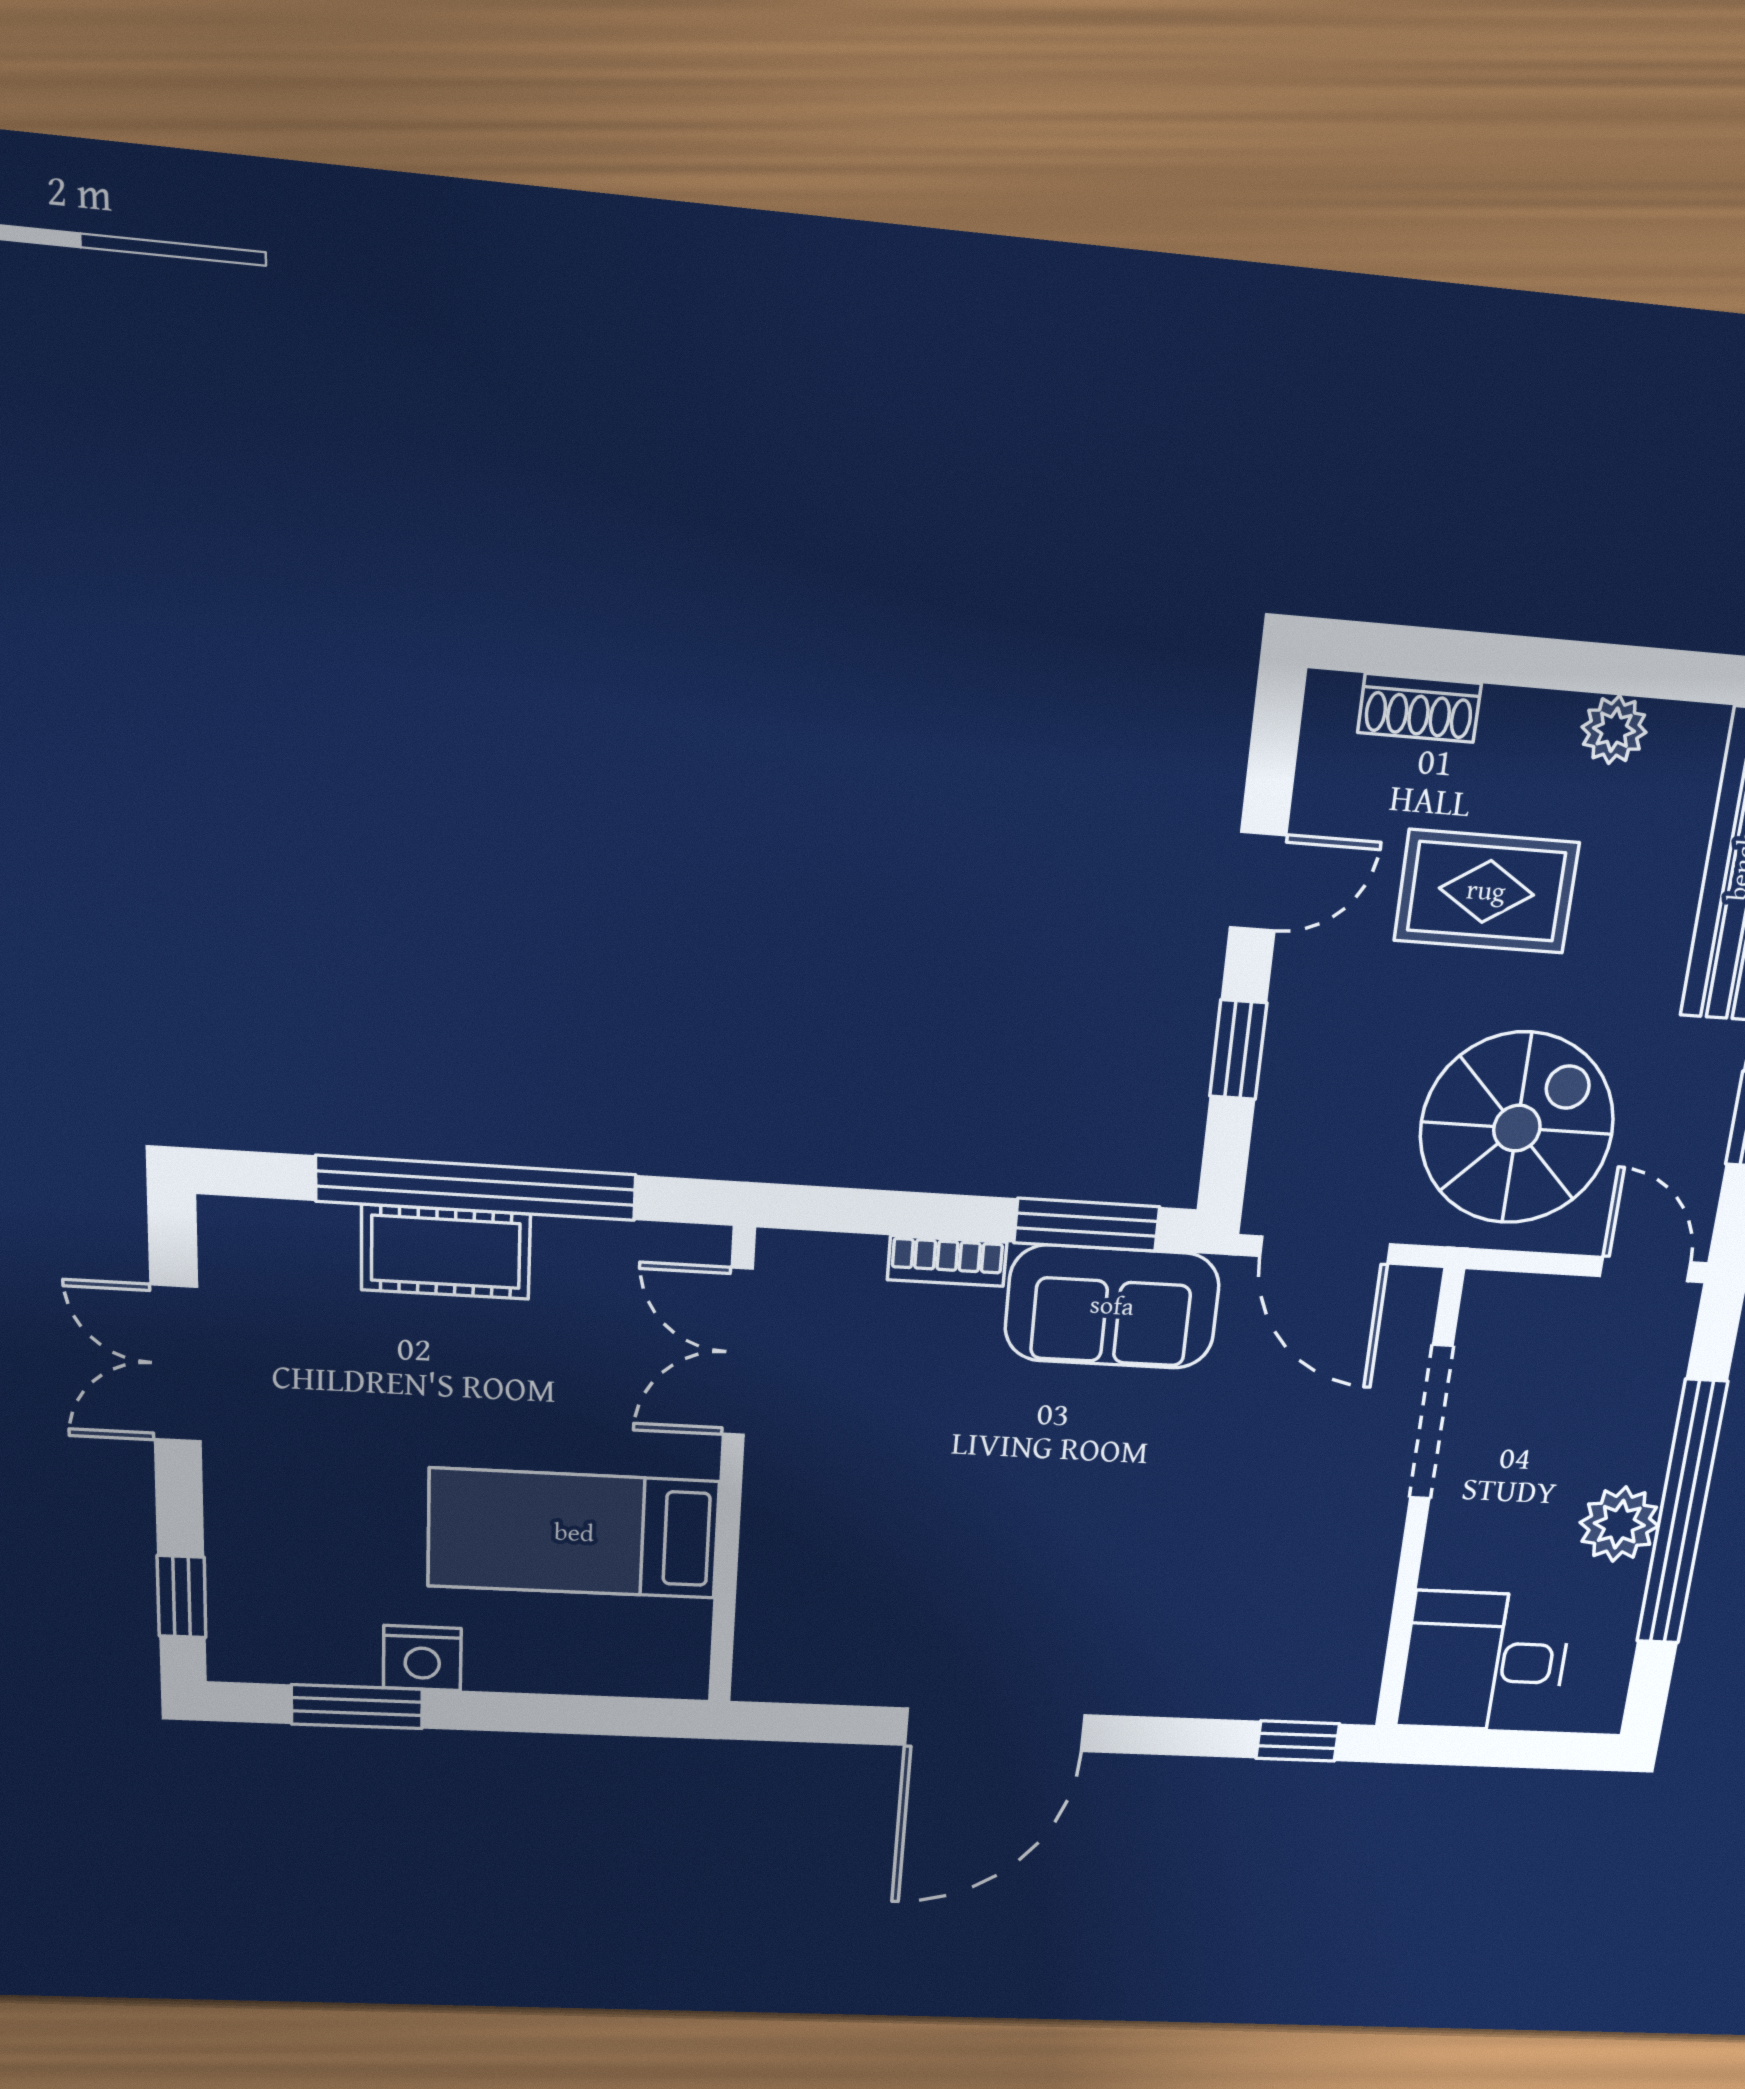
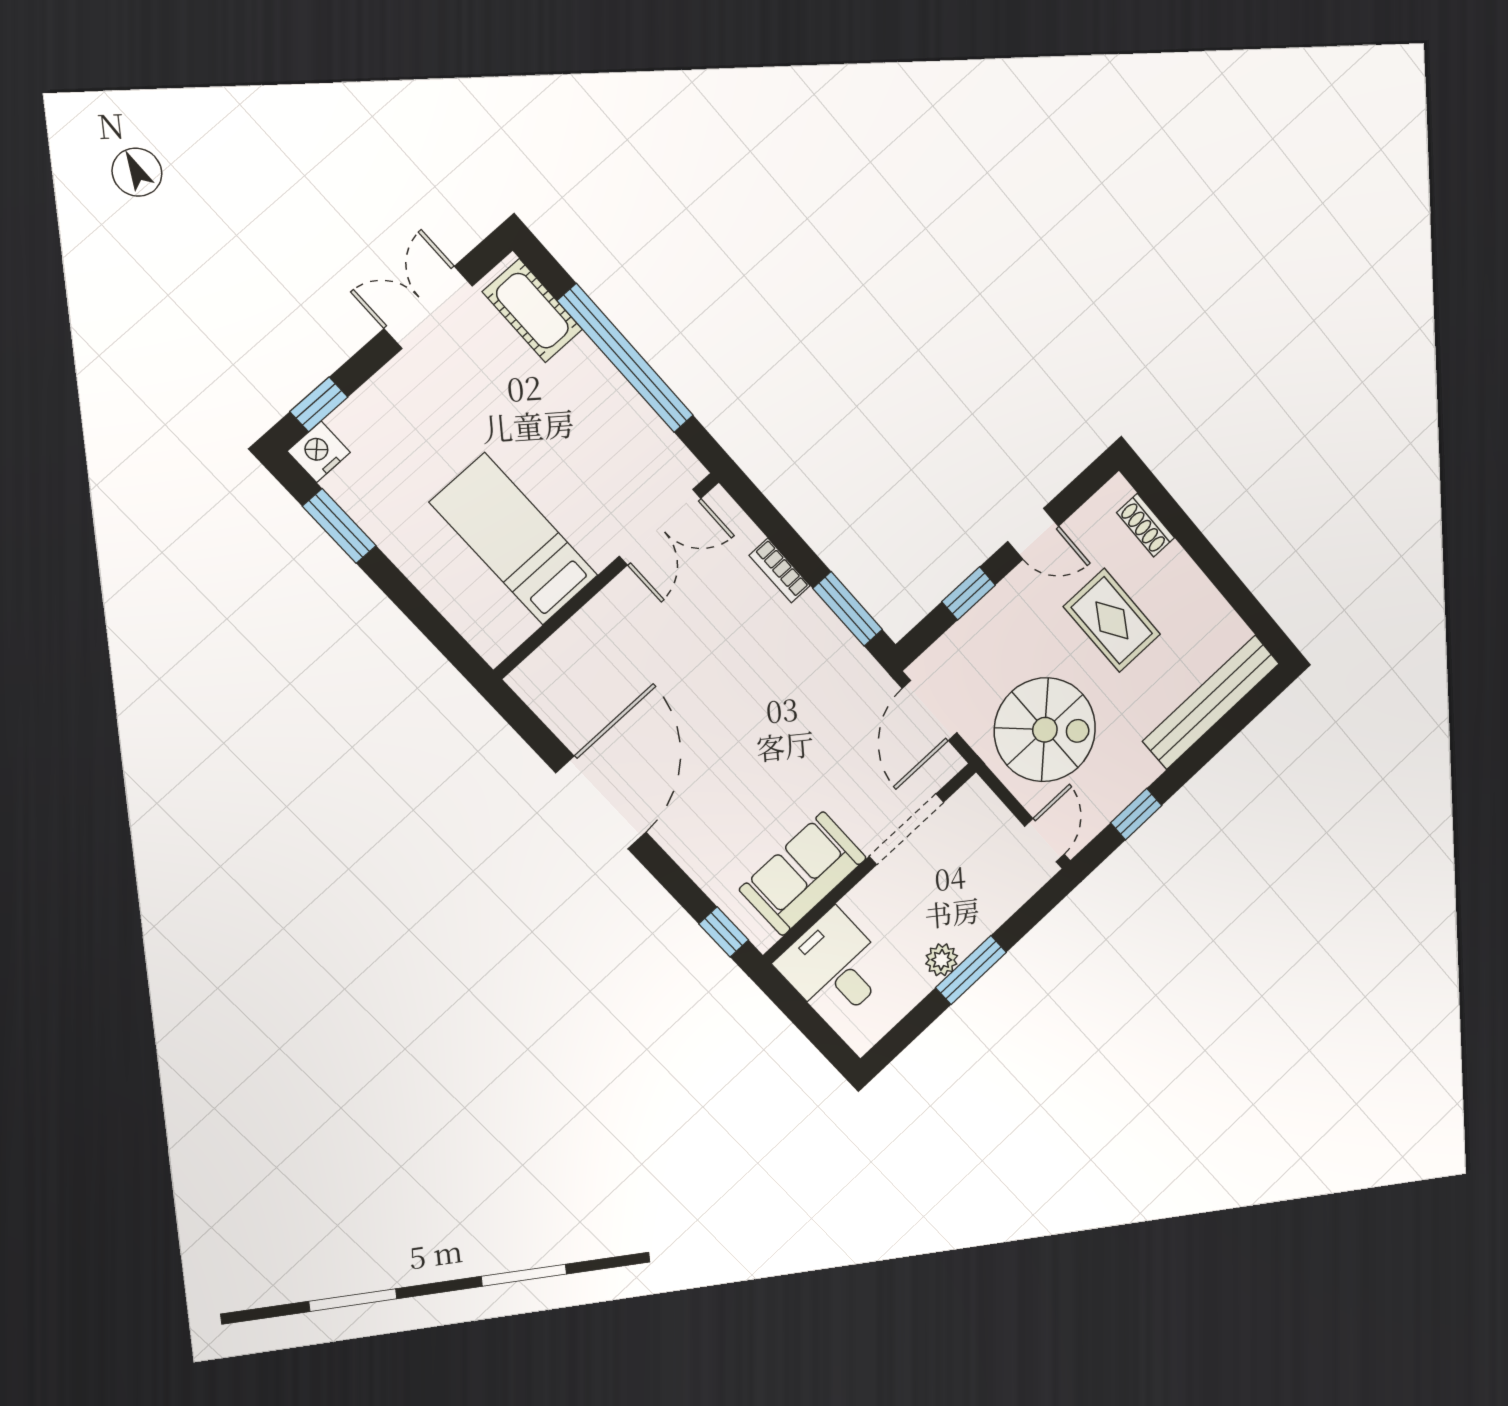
plant: (1614, 730) -> (1207, 602), removed
cot: (446, 1252) -> (532, 311), moved
sofa: (1112, 1307) -> (803, 874), moved, turned 90
double door: (738, 1352) -> (660, 527), swing flipped
window: (1682, 1513) -> (971, 970), width x0.47
plant: (1619, 1524) -> (942, 960), width x0.73, depth x0.73
nightstand: (422, 1658) -> (319, 452), moved, turned 90
door: (995, 1730) -> (601, 803), swing flipped

